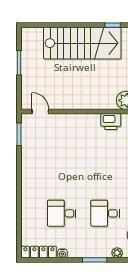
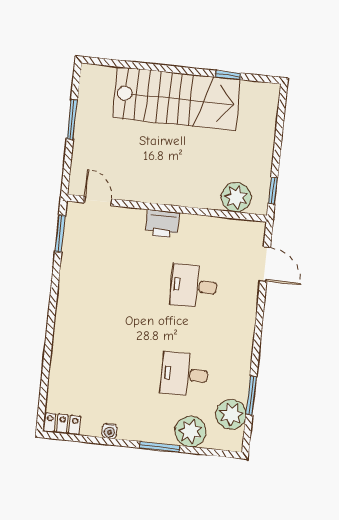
printer: (111, 122) -> (162, 224), moved
desk: (62, 213) -> (194, 286), moved
locker: (39, 252) -> (62, 424), width x0.66
plant: (117, 253) -> (190, 431), width x1.87, depth x1.87

